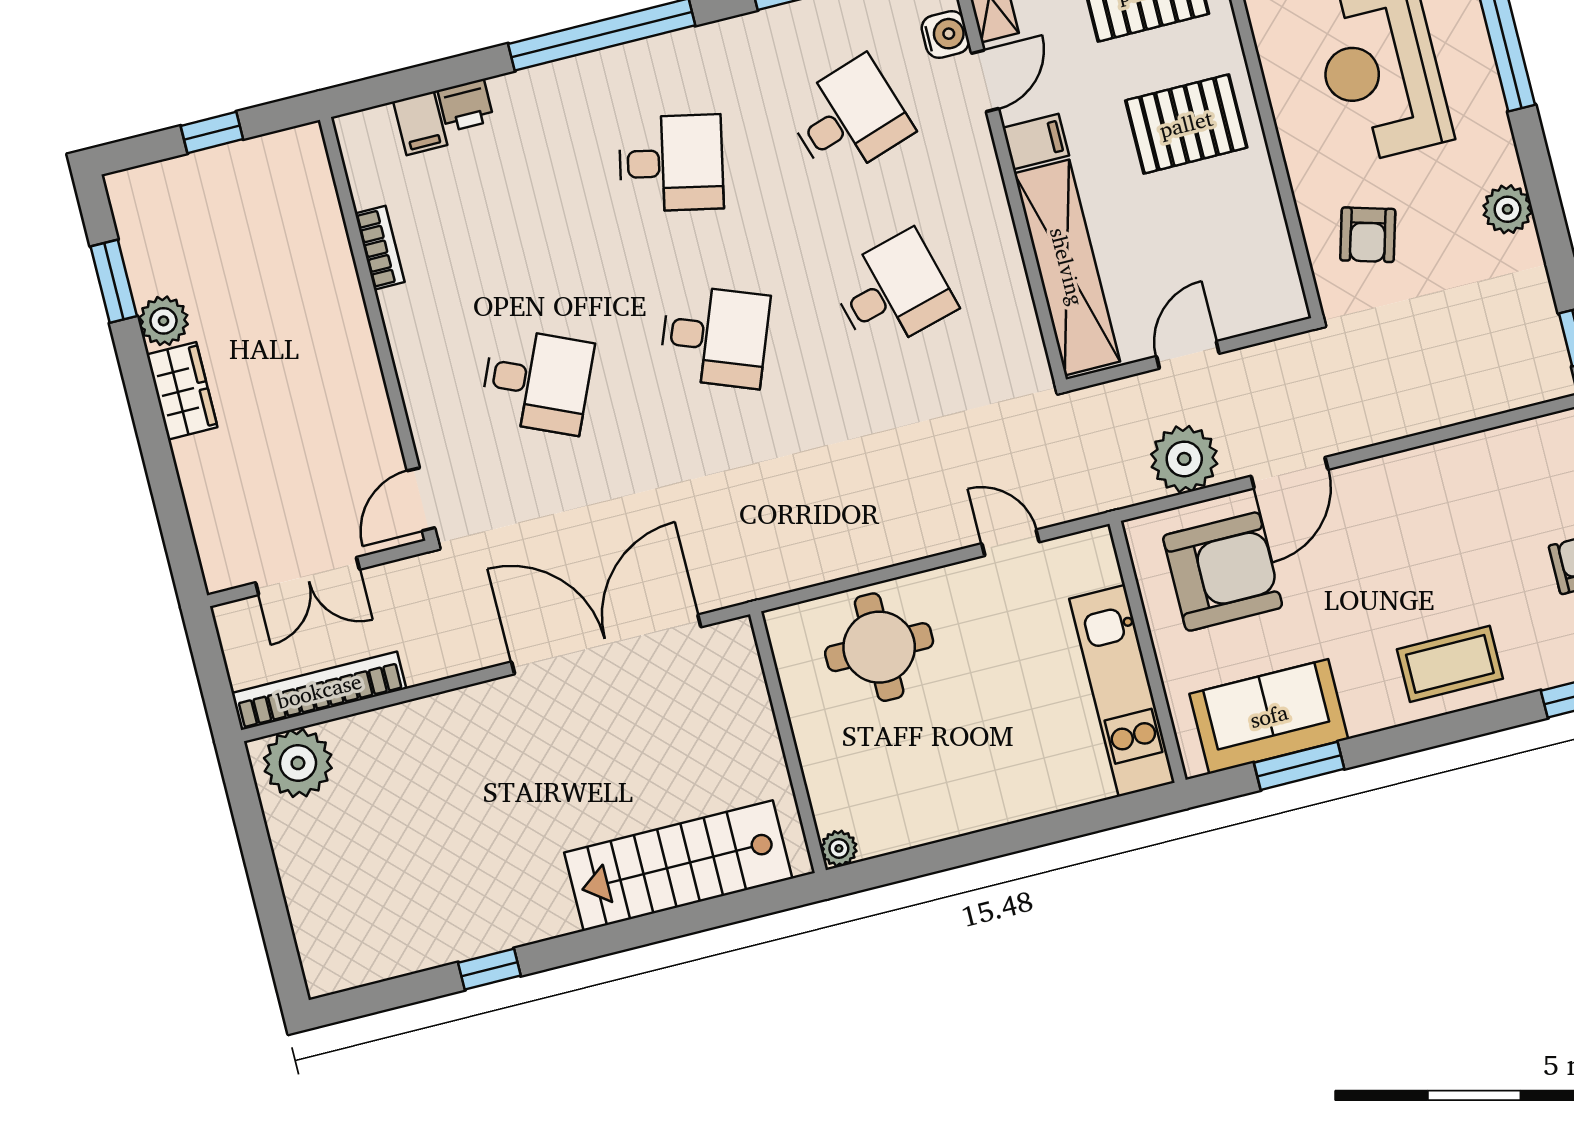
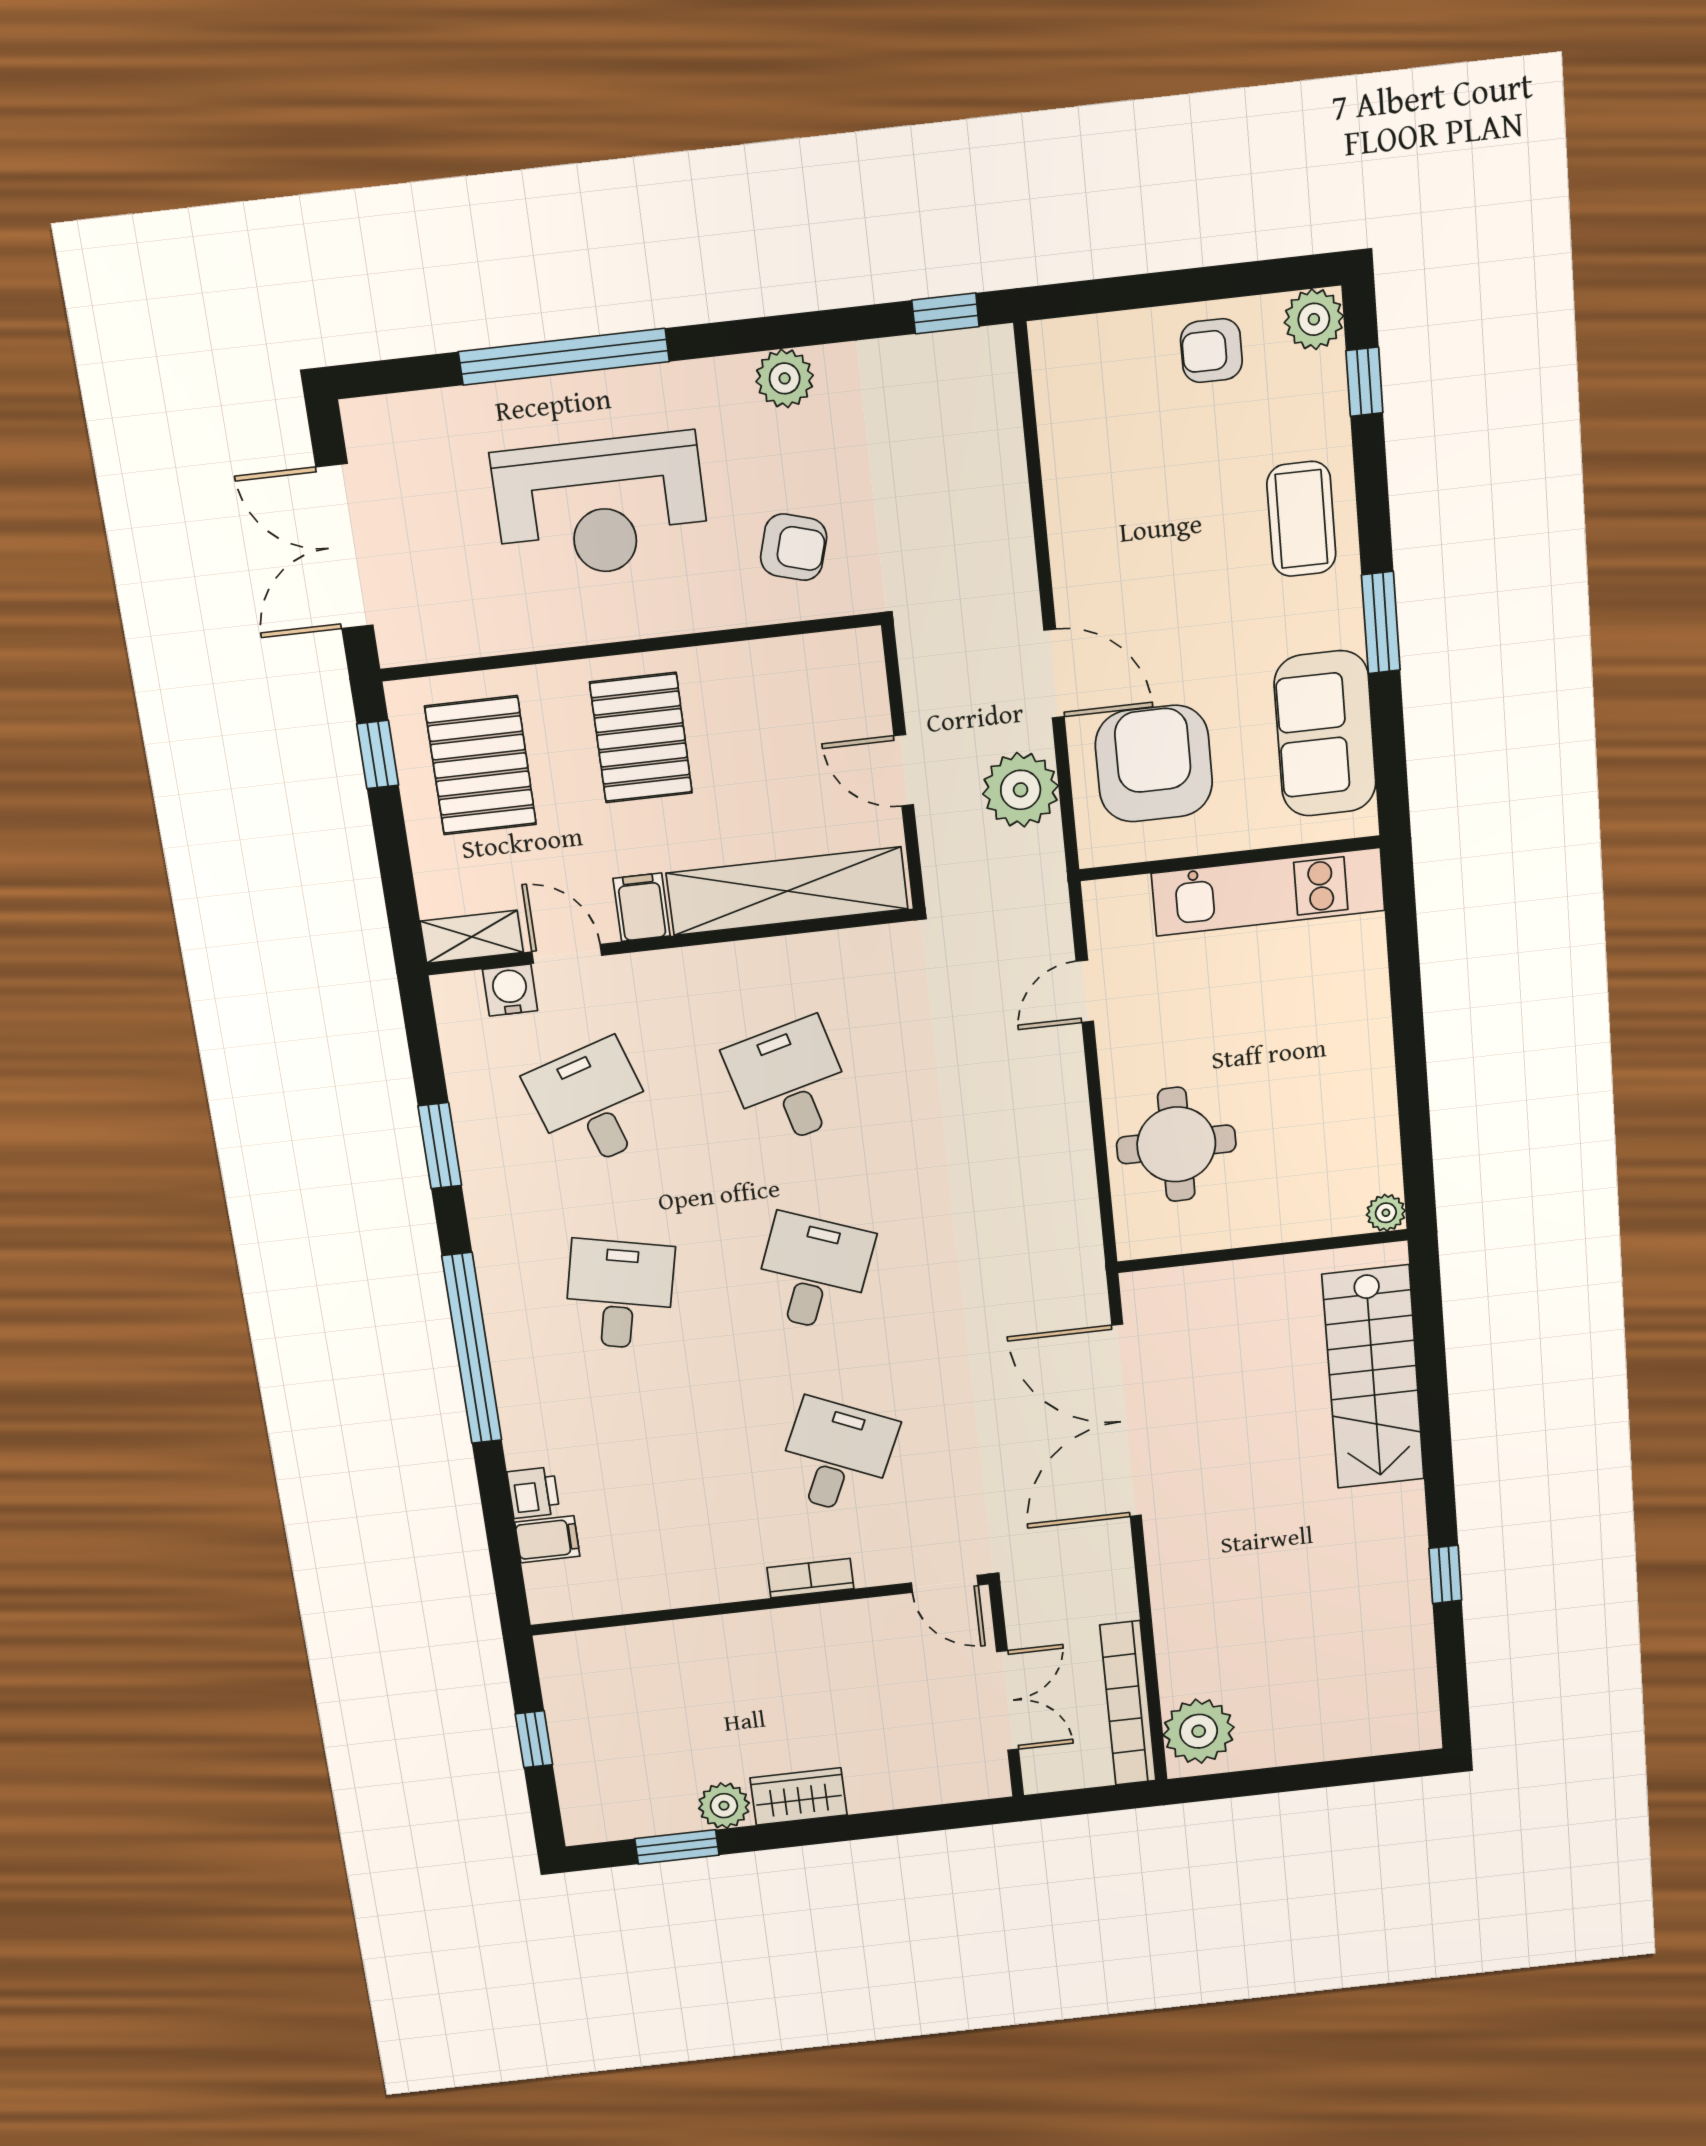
bookcase: (380, 248) -> (810, 1578), moved
window: (1299, 766) -> (1381, 623), moved

